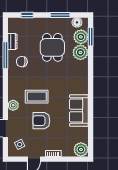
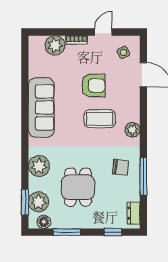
dresser: (12, 41) -> (133, 213), moved
plant: (80, 52) -> (39, 166), moved
plant: (13, 105) -> (132, 130), moved
sofa: (79, 111) -> (41, 107), width x1.36
plant: (81, 149) -> (55, 45), moved

